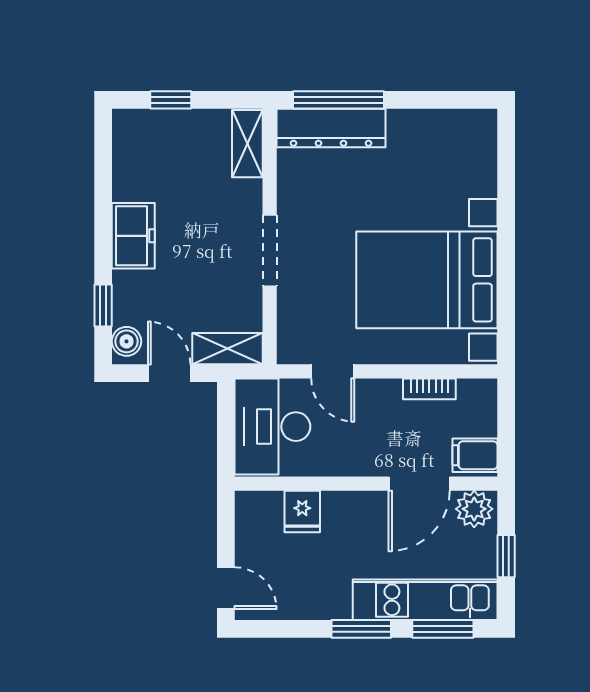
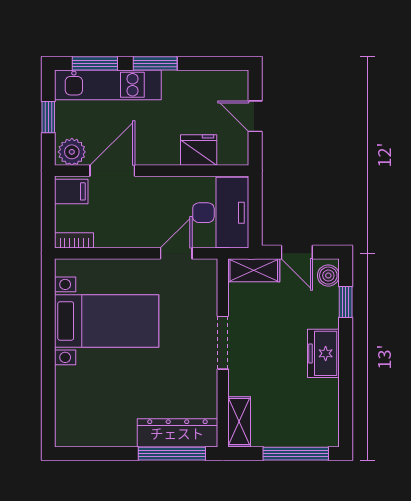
window: (171, 100) -> (296, 454), width x2.17
bed with nightstands: (427, 280) -> (107, 321), width x0.73
door: (333, 371) -> (176, 253), hinge flipped
bookcase: (429, 389) -> (74, 240), moved
fridge: (302, 511) -> (199, 150), width x1.38
door: (226, 588) -> (255, 116), moved

